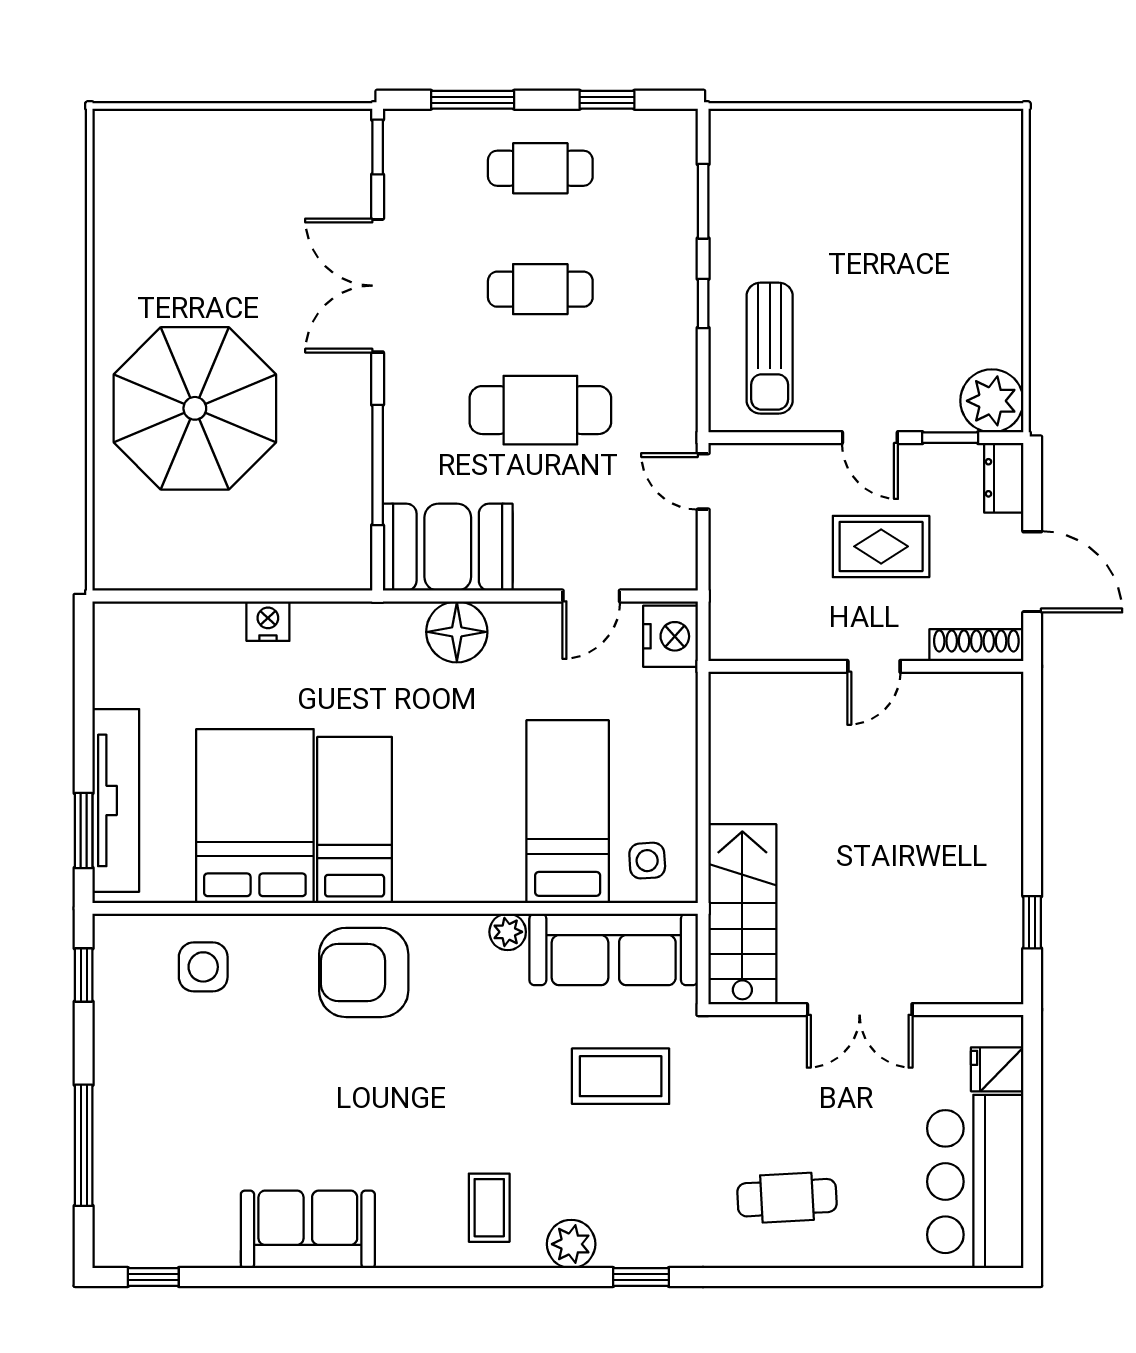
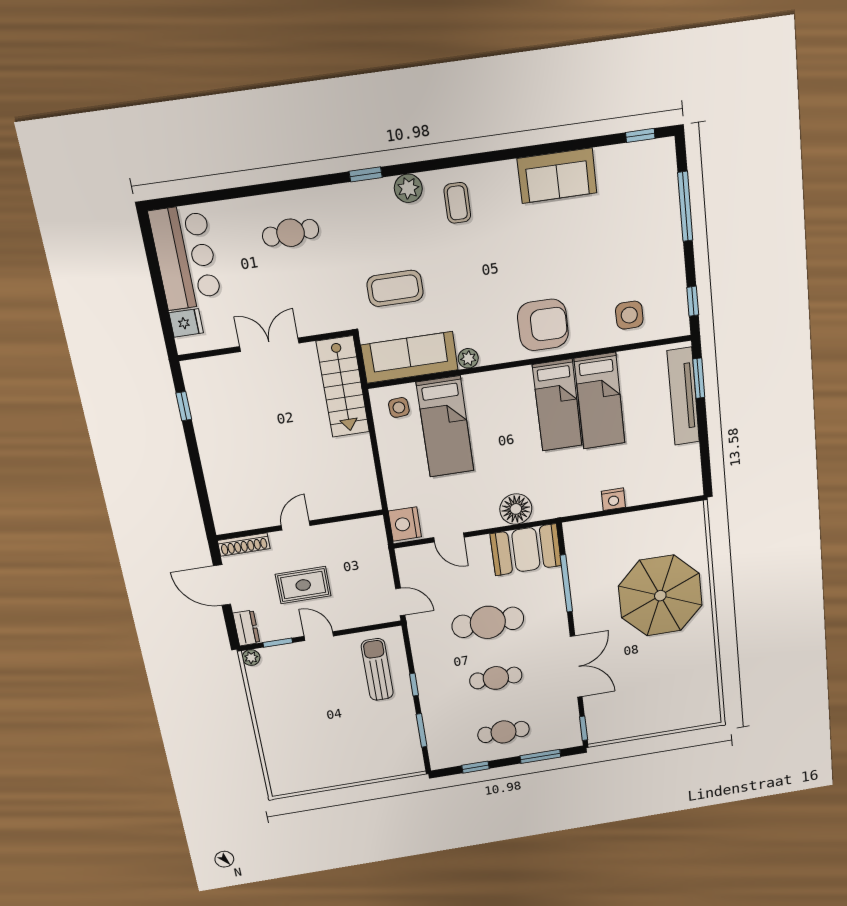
plant: (992, 401) -> (251, 658), width x0.53, depth x0.53
door: (591, 596) -> (449, 537), swing flipped
bed: (255, 816) -> (600, 401), width x0.67

